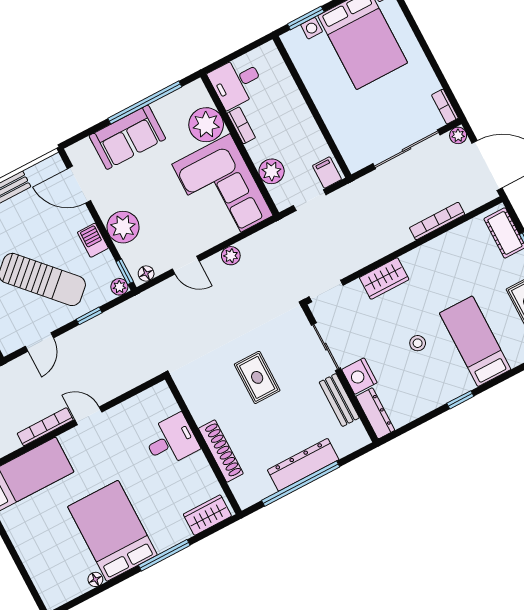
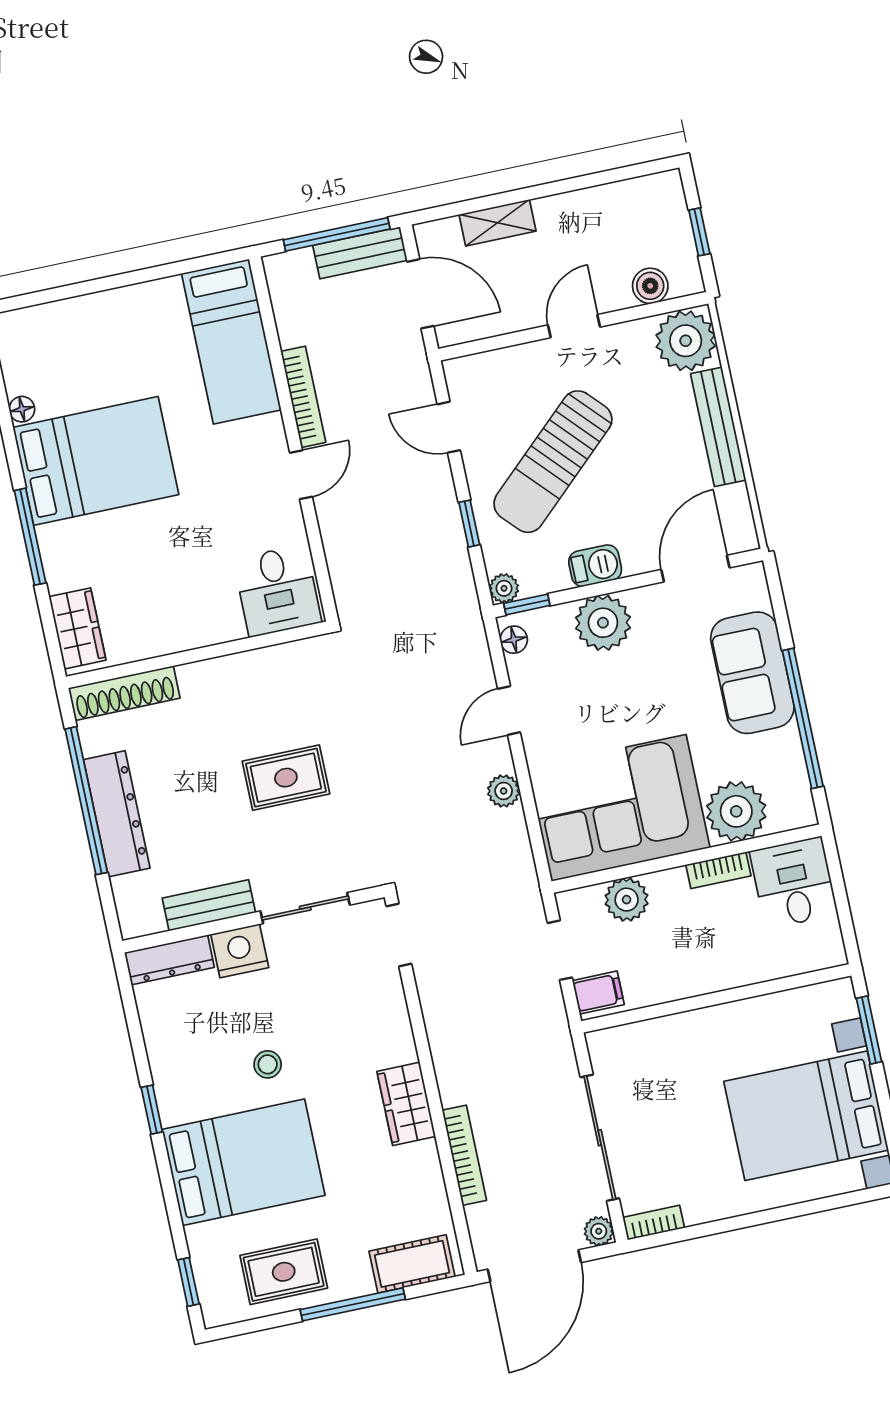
wardrobe: (384, 279) -> (406, 1104), moved
bed: (475, 341) -> (244, 1162), width x1.50
desk: (171, 440) -> (277, 591), moved
shoe rack: (221, 451) -> (124, 693), moved

